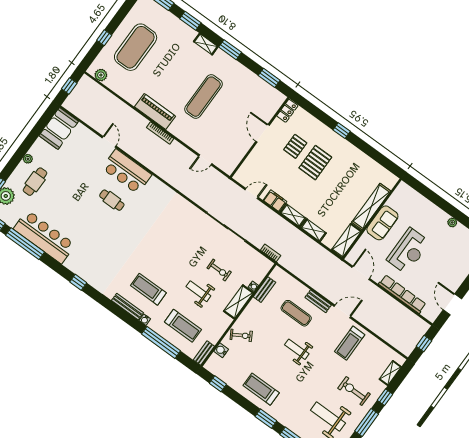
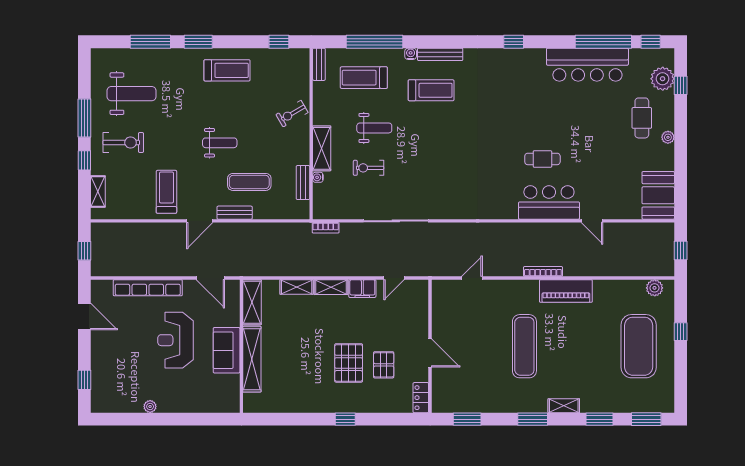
water cooler: (221, 350) -> (302, 81), removed

